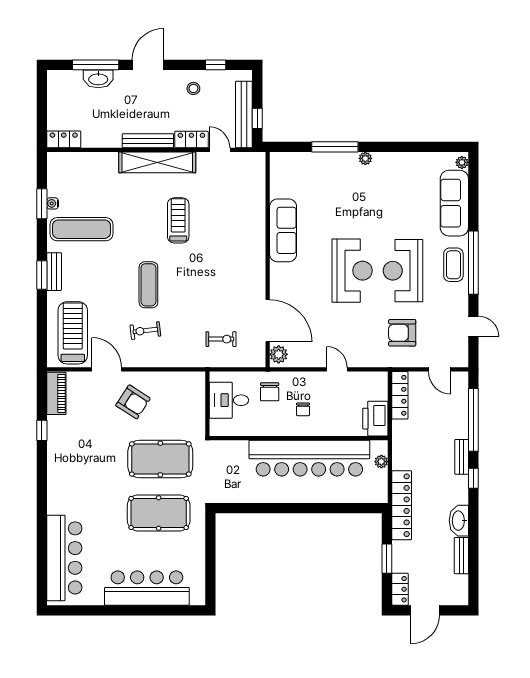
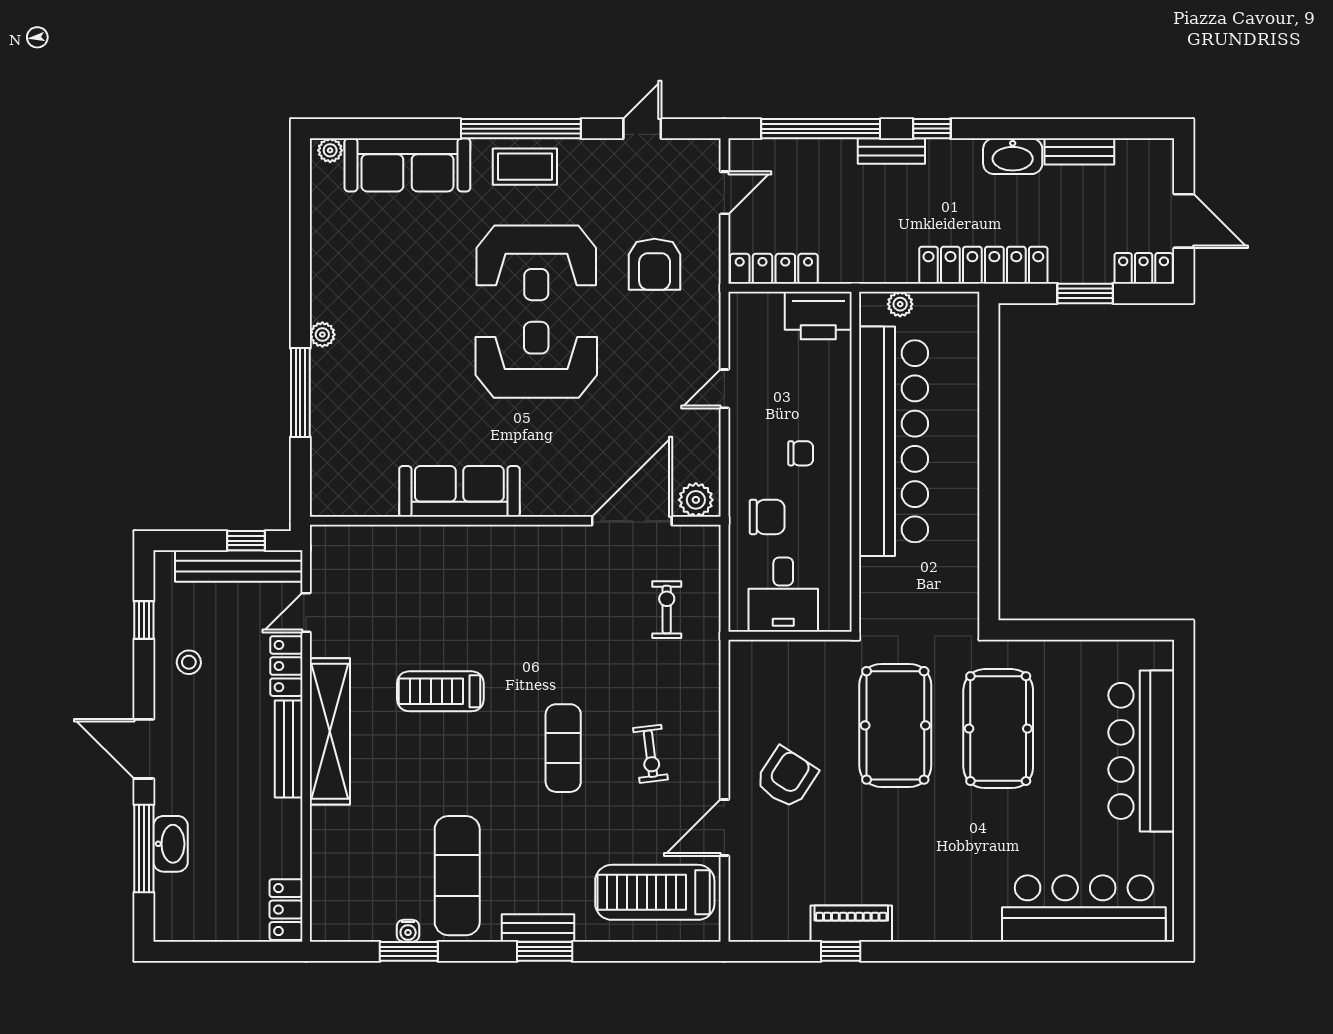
exercise mat: (148, 285) -> (563, 748), turned 90
piano: (56, 393) -> (851, 924), moved

